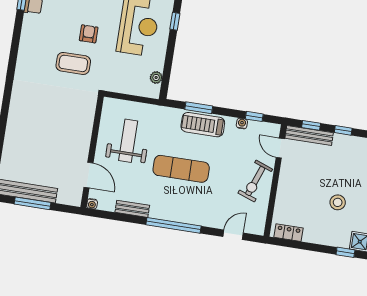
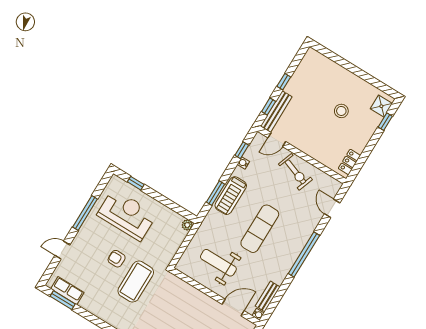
coffee table: (73, 63) -> (136, 282), width x1.36, depth x1.32
plant: (156, 77) -> (187, 225), moved
bench: (132, 209) -> (268, 296), moved

